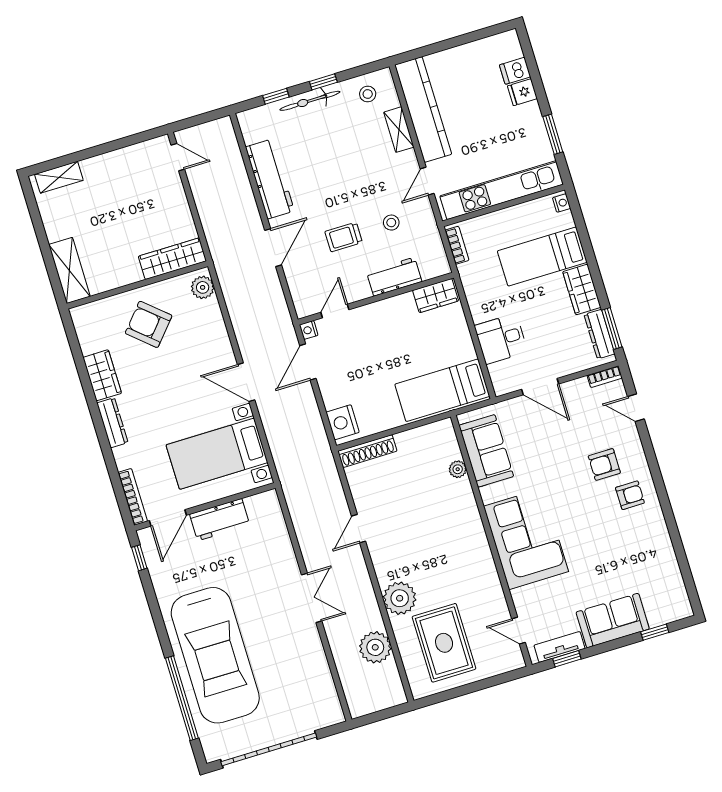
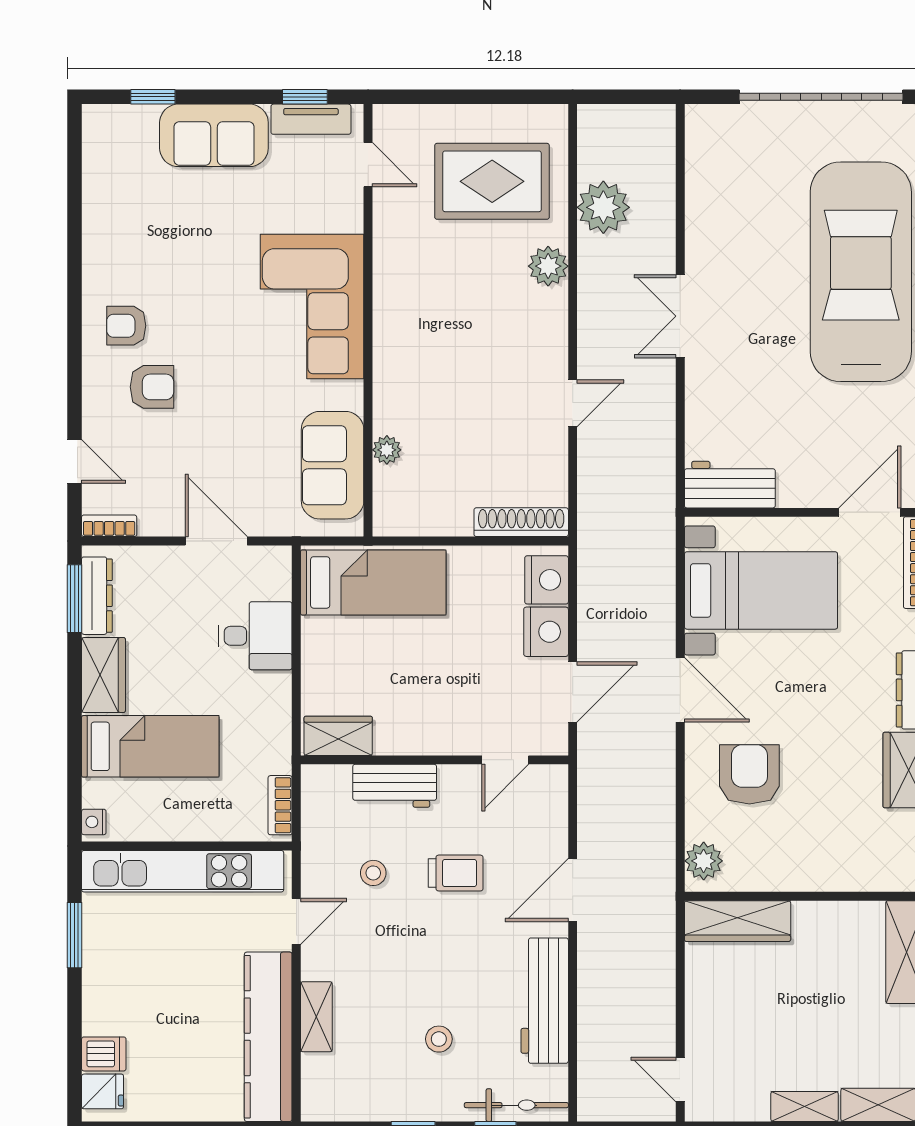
fridge: (522, 92) -> (103, 1091), moved
stool: (368, 94) -> (439, 1039), moved
bicycle: (310, 101) -> (516, 1105), moved
shelving: (101, 163) -> (804, 1106), added
armchair: (149, 324) -> (749, 774), moved, turned -131
nightstand: (309, 330) -> (546, 632), moved, width x1.89, depth x1.79
workbench: (220, 520) -> (730, 485), moved
plant: (400, 598) -> (548, 266), width x0.73, depth x0.73
rug: (444, 643) -> (492, 181), turned 90

